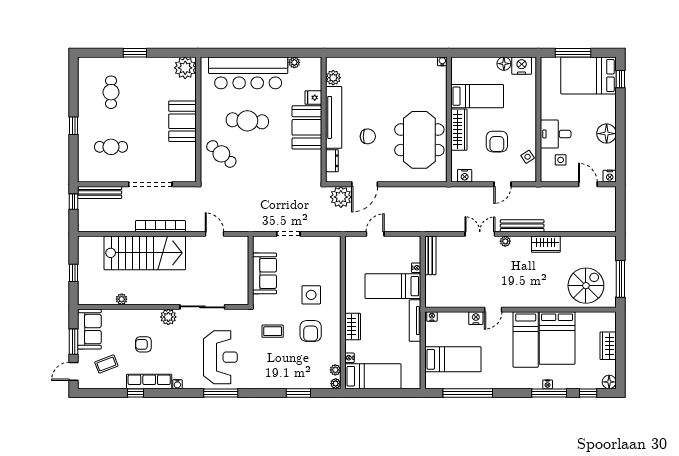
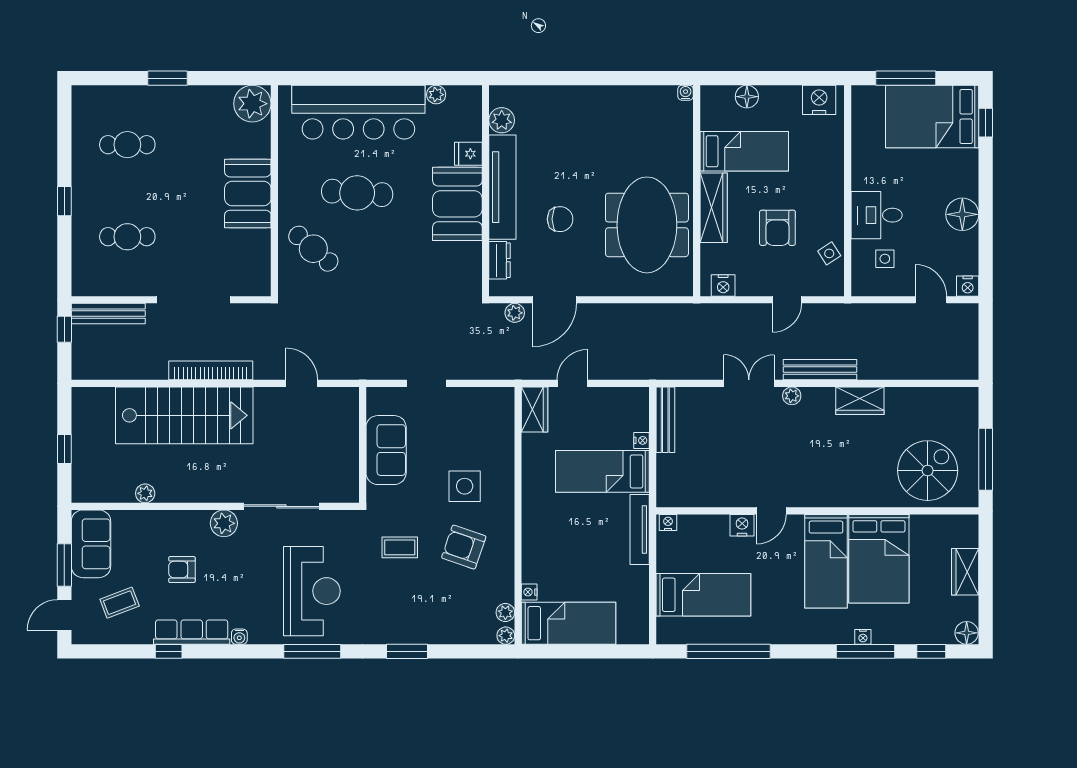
floor lamp: (504, 64) -> (747, 97), moved
cafe table: (111, 92) -> (127, 145), turned 90
plant: (341, 197) -> (515, 313), width x0.53, depth x0.53
wardrobe: (353, 327) -> (535, 409), moved
armchair: (311, 331) -> (464, 547), turned 109
window: (298, 393) -> (407, 651), moved

